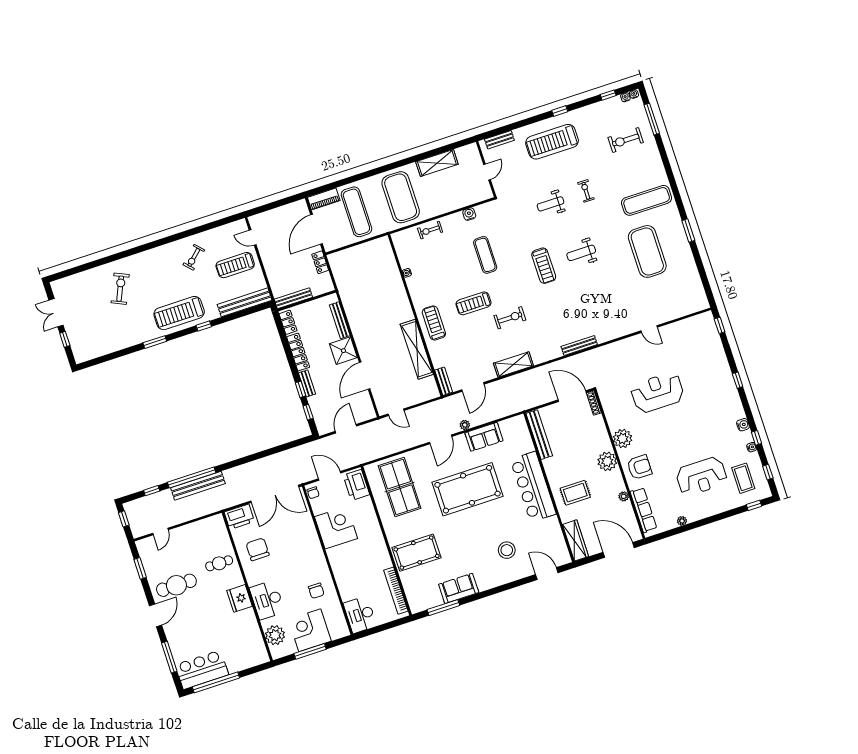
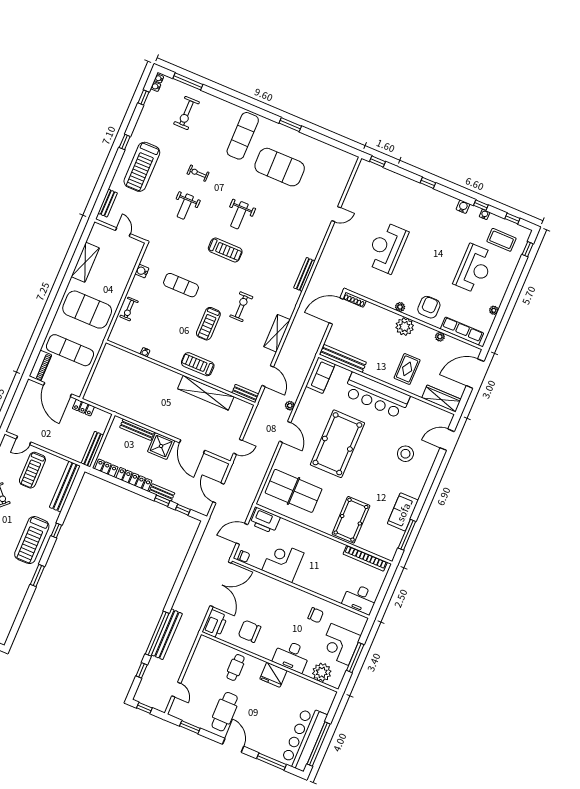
sofa: (484, 437) -> (320, 375), moved
plant: (623, 439) -> (400, 307), width x0.53, depth x0.53
bar counter: (202, 670) -> (304, 738), width x1.36

